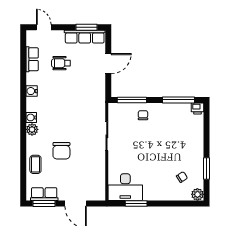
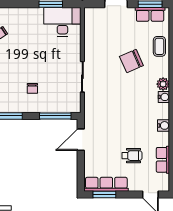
door: (108, 64) -> (81, 140), moved
chair: (143, 115) -> (32, 88), moved
chair: (61, 151) -> (131, 61), turned -114

